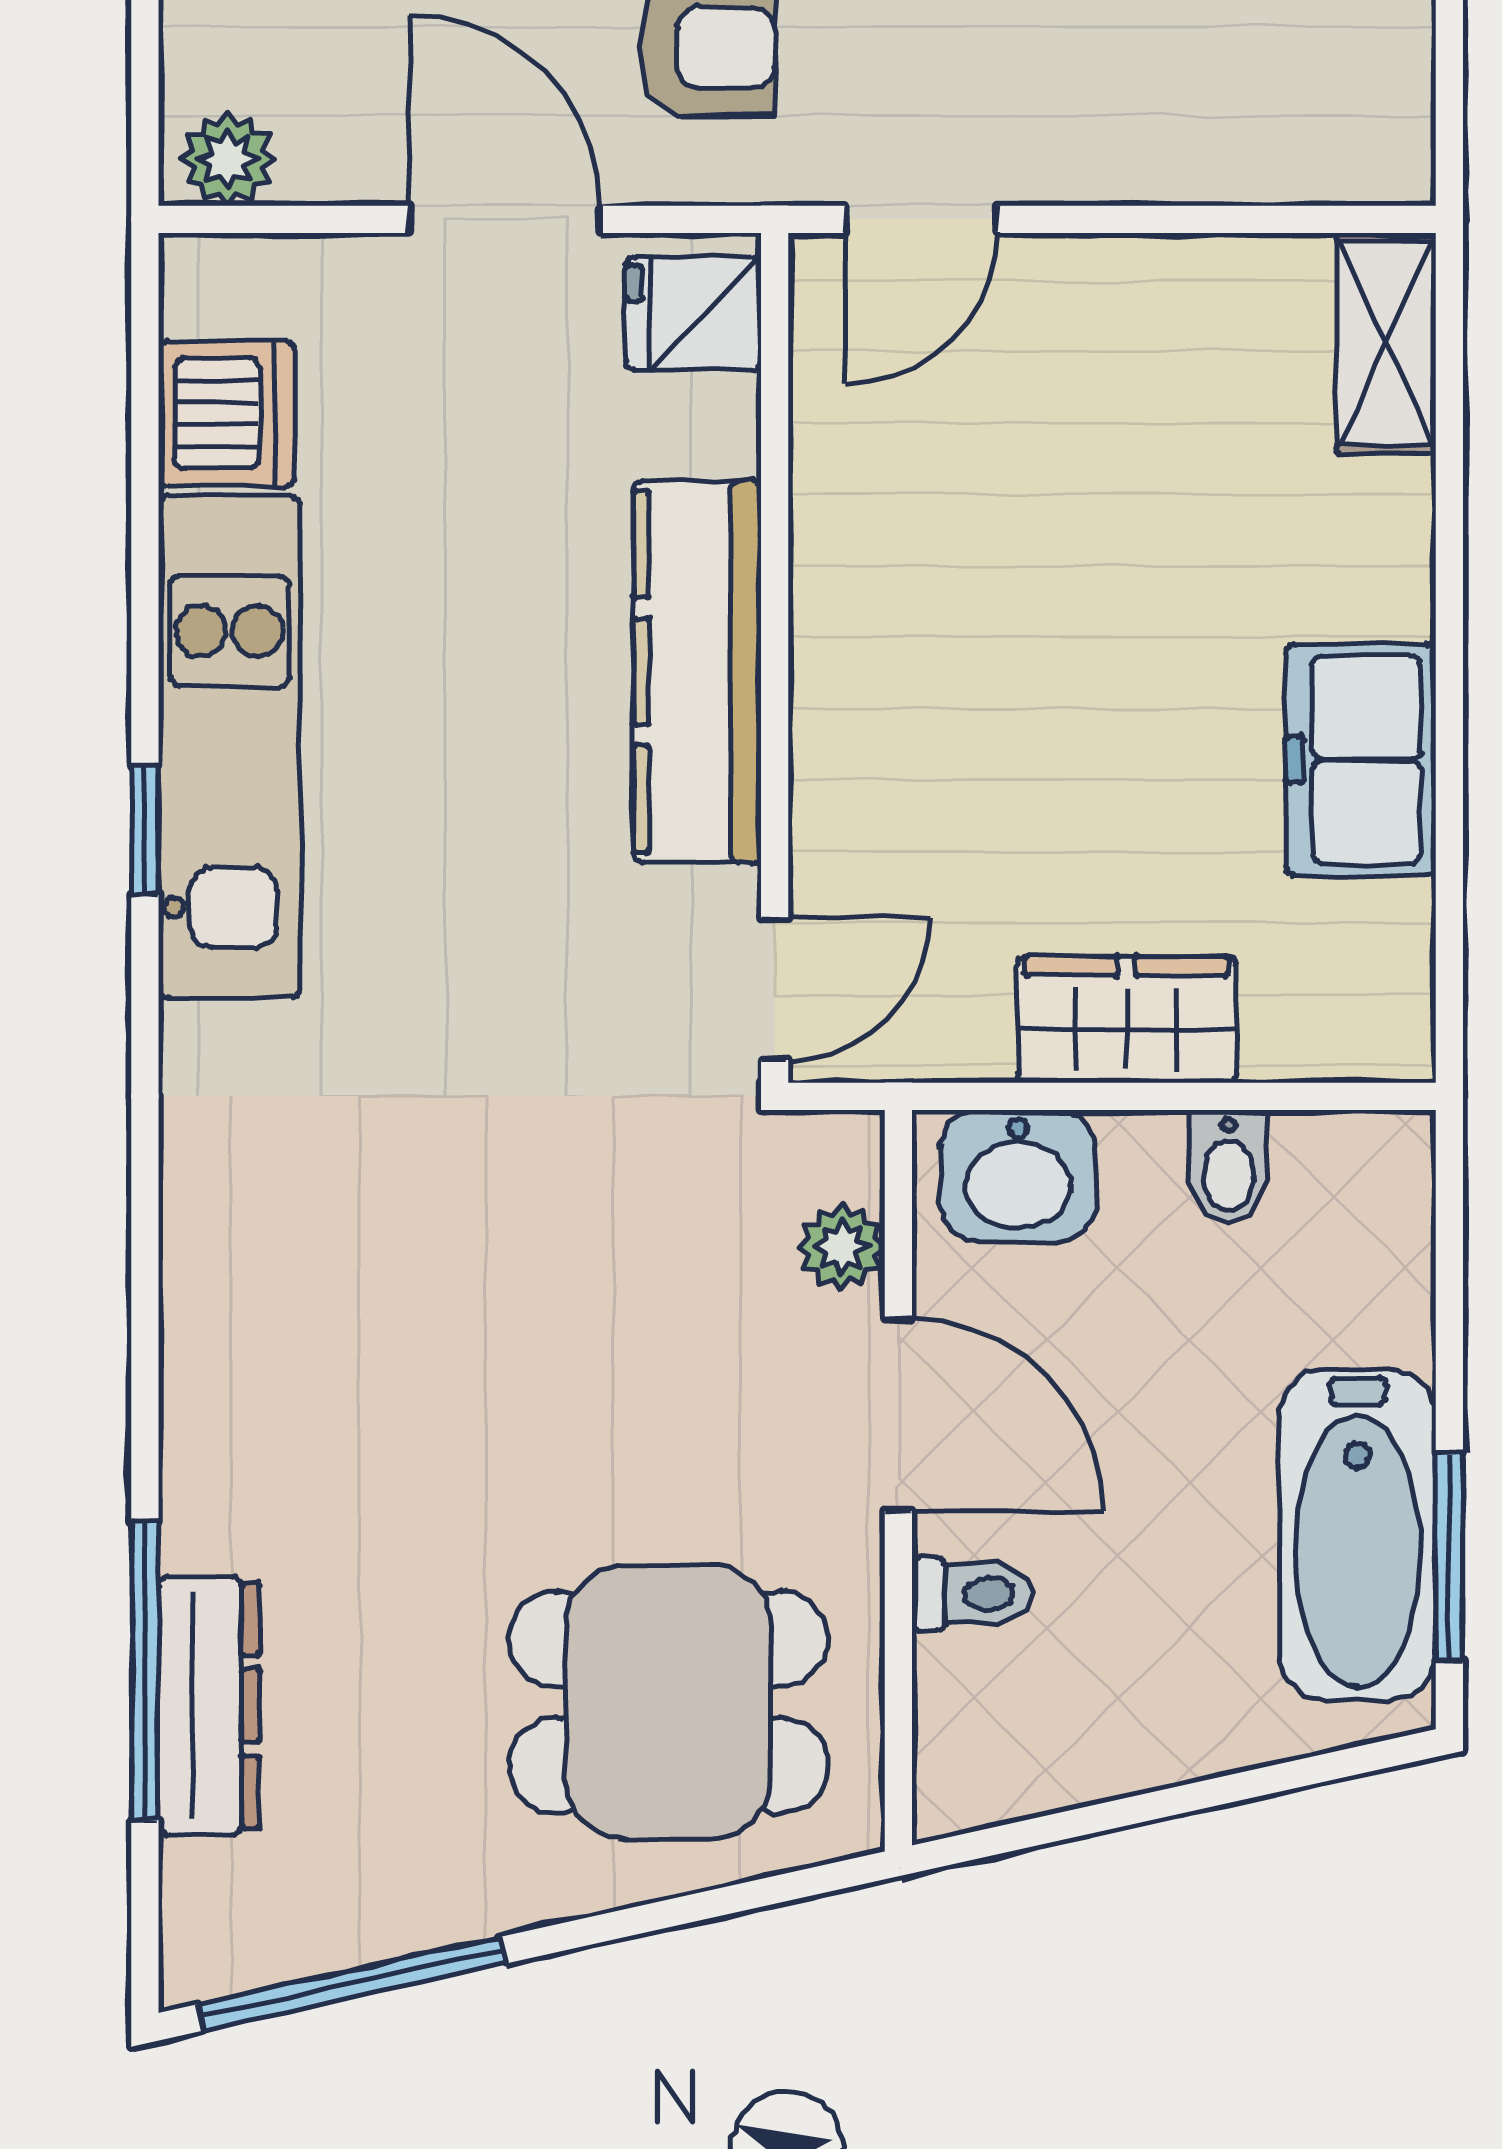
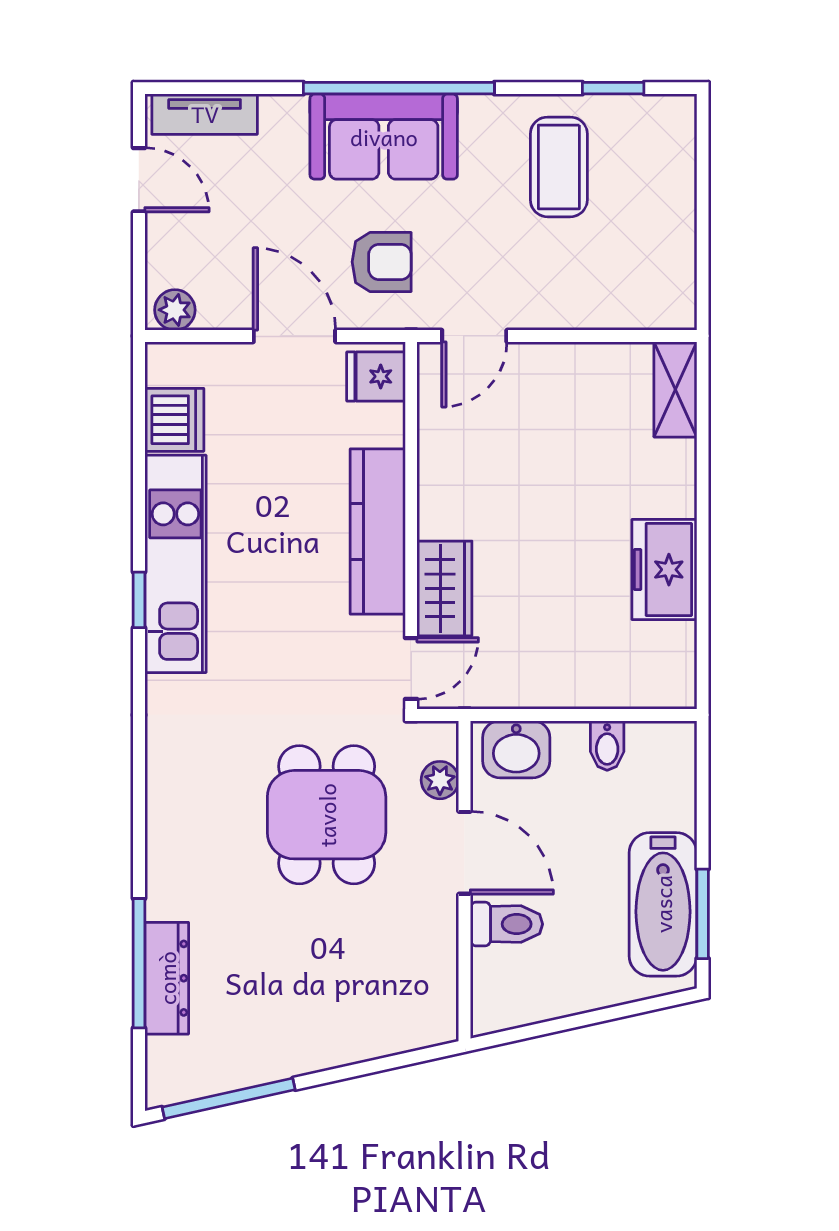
wardrobe: (1127, 1019) -> (444, 588), moved, turned 90
toilet: (972, 1594) -> (507, 924), width x1.37, depth x1.39
dining table: (668, 1702) -> (327, 815), moved, turned 90

